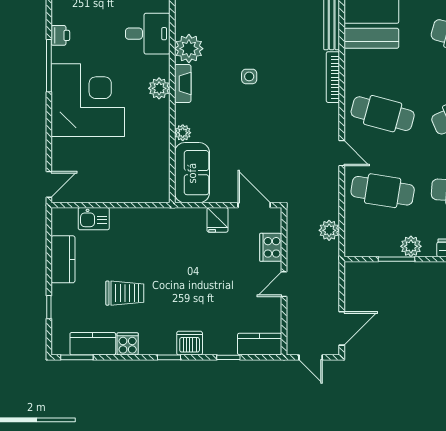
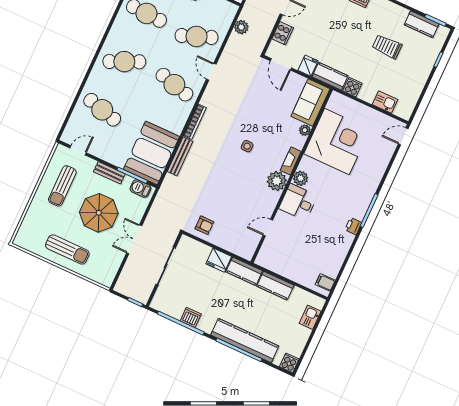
plant: (159, 88) -> (300, 178), moved
corner desk: (88, 100) -> (337, 142), moved, turned 180
cafe table: (383, 191) -> (197, 36), turned -30
kitchen counter: (63, 259) -> (330, 76), moved, turned 90
cooker: (128, 344) -> (352, 87), moved, turned 180

